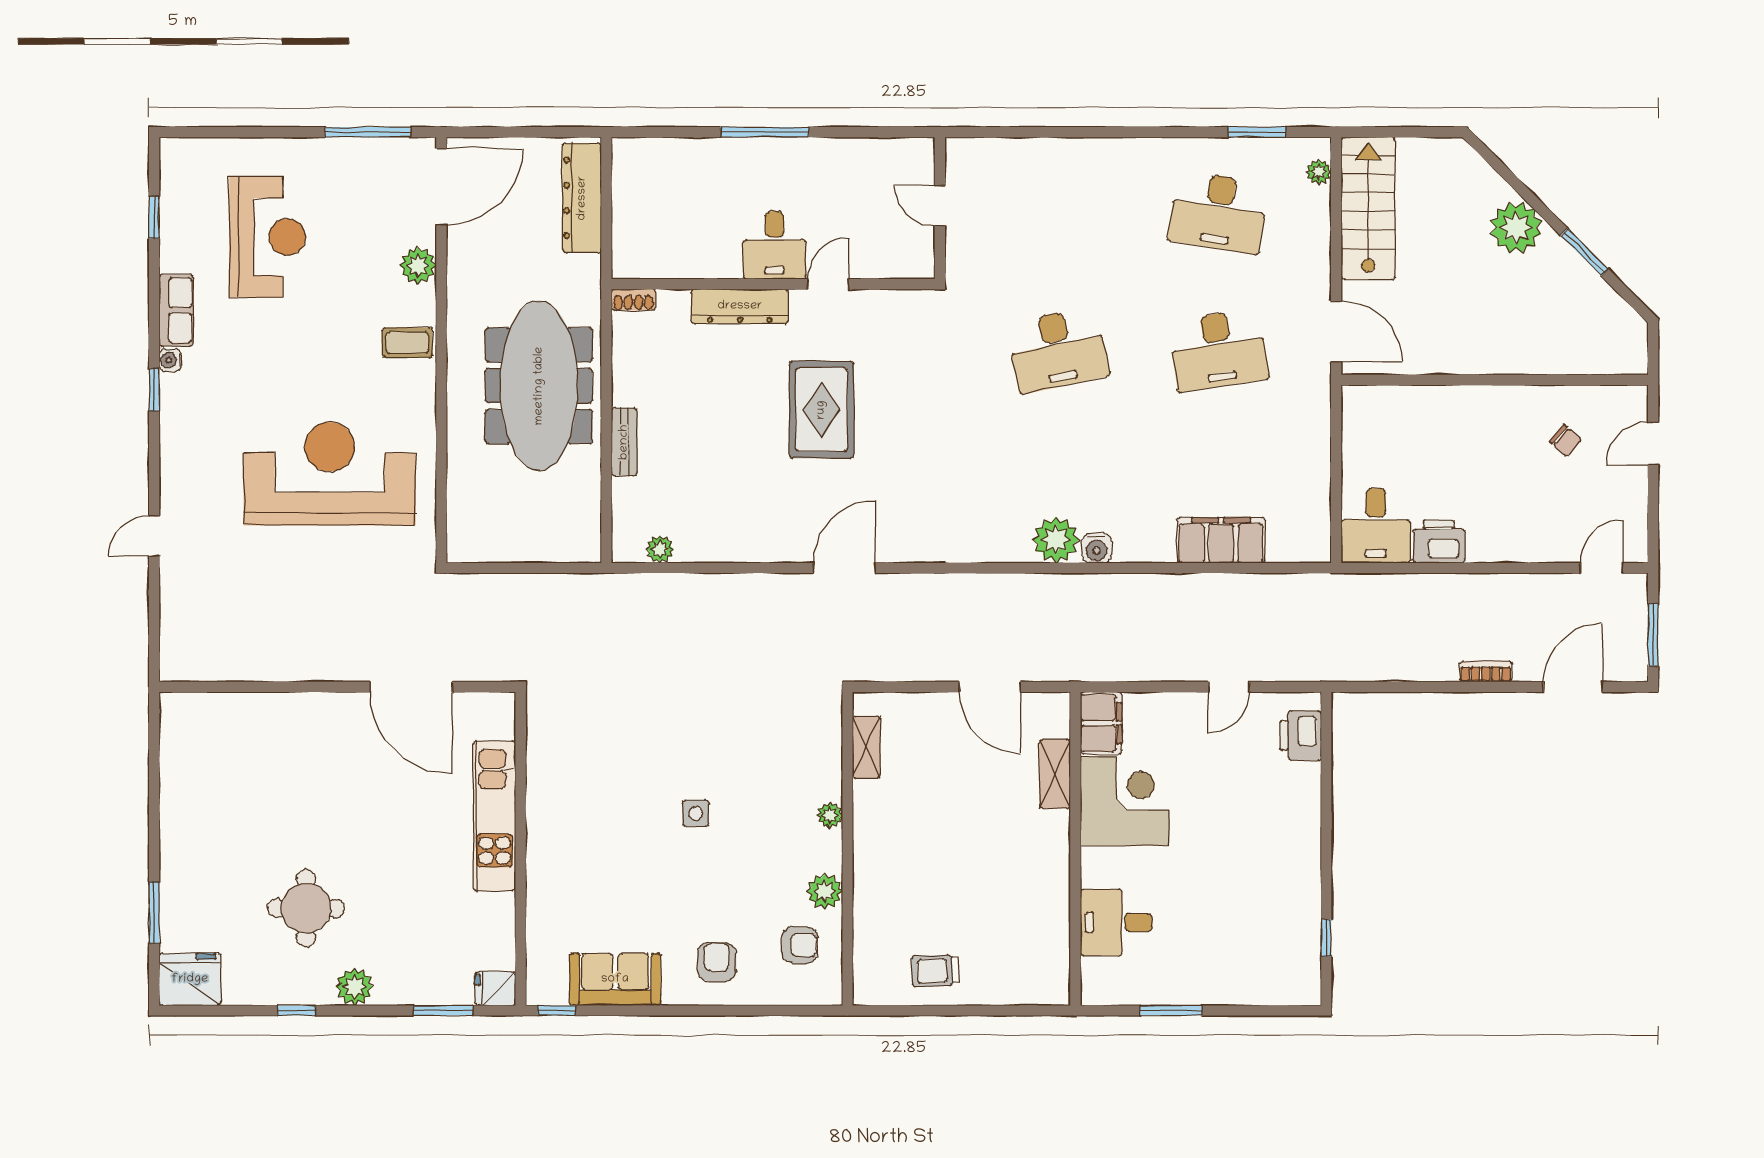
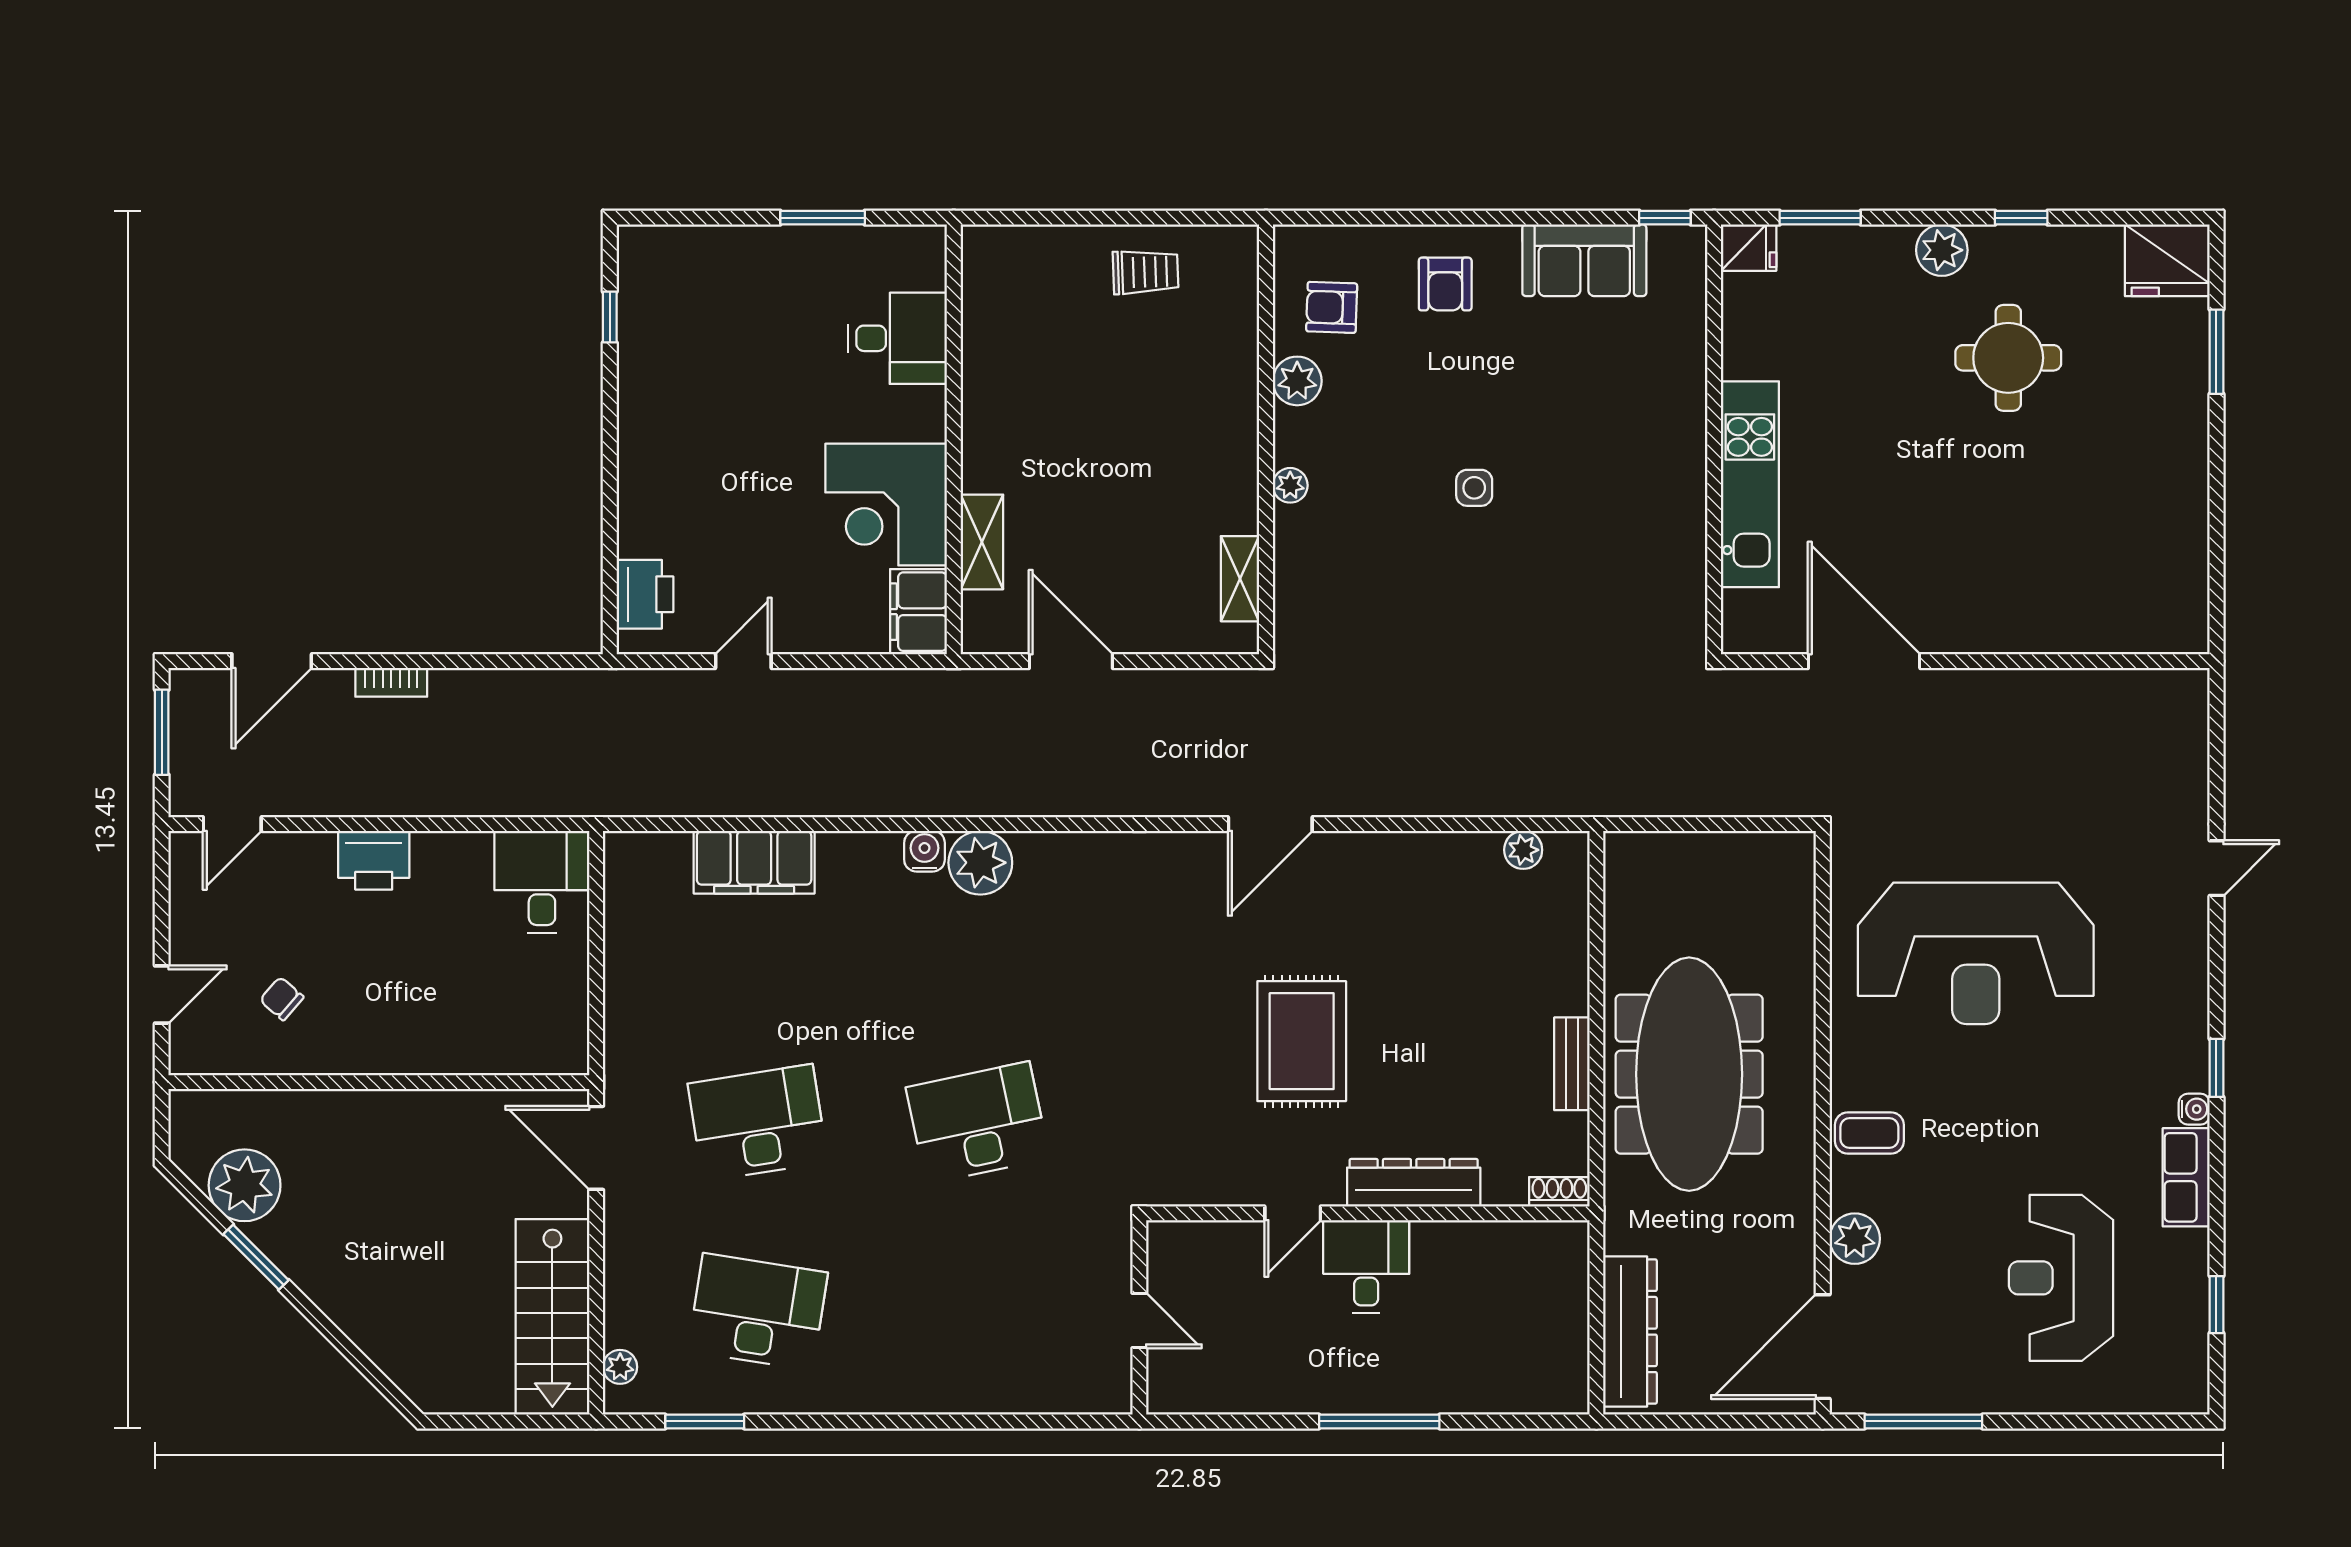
plant: (1516, 228) -> (245, 1185), moved
bench: (624, 442) -> (1572, 1064), moved
printer: (1439, 542) -> (374, 860), moved

